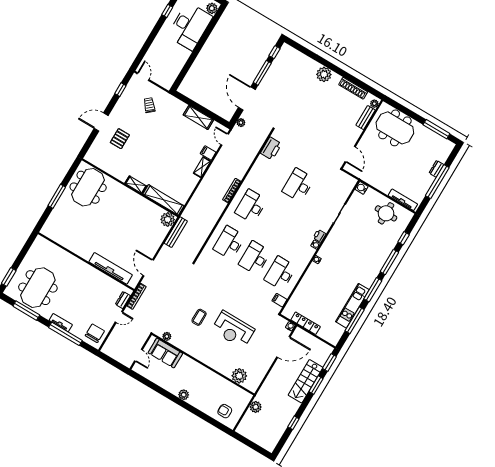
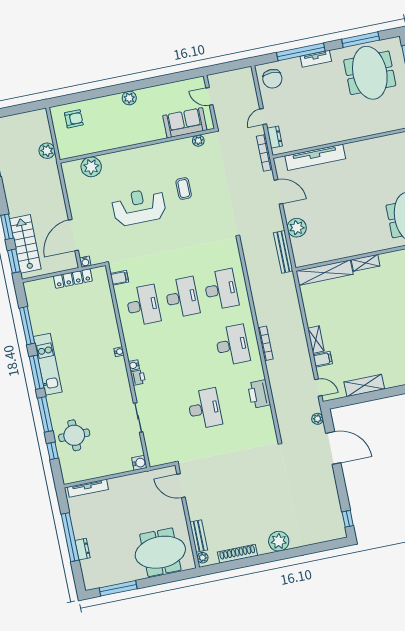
window: (262, 73) -> (341, 487), removed
printer: (271, 148) -> (259, 394), moved
round table: (386, 213) -> (74, 435), moved
plant: (168, 220) -> (297, 228), moved
kitchen unit: (352, 306) -> (48, 364), moved
stairs: (306, 381) -> (25, 244), moved

